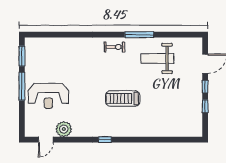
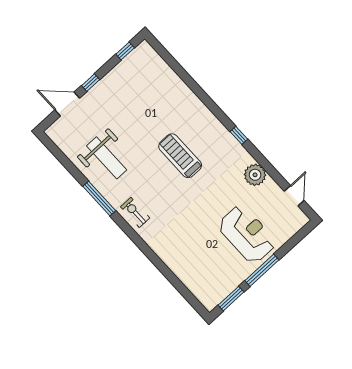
treadmill: (123, 98) -> (180, 156), turned 180
window: (205, 106) -> (125, 51), moved
plant: (64, 129) -> (255, 175), moved
door: (46, 140) -> (294, 196), hinge flipped

